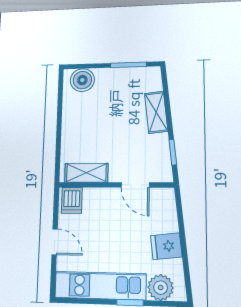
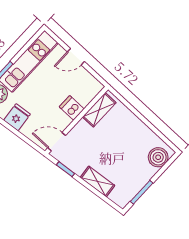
door: (135, 185) -> (57, 142), moved
dishwasher: (72, 200) -> (72, 108), moved

